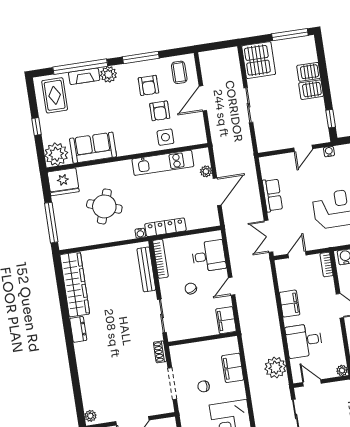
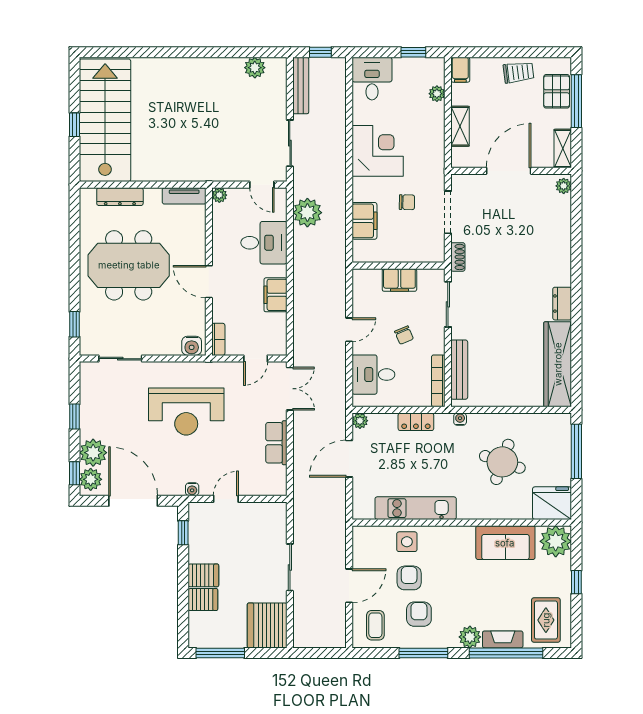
plant: (206, 171) -> (360, 421), moved
locker: (165, 227) -> (416, 422), width x0.66
filing cabinet: (226, 320) -> (399, 280), moved, turned 90

